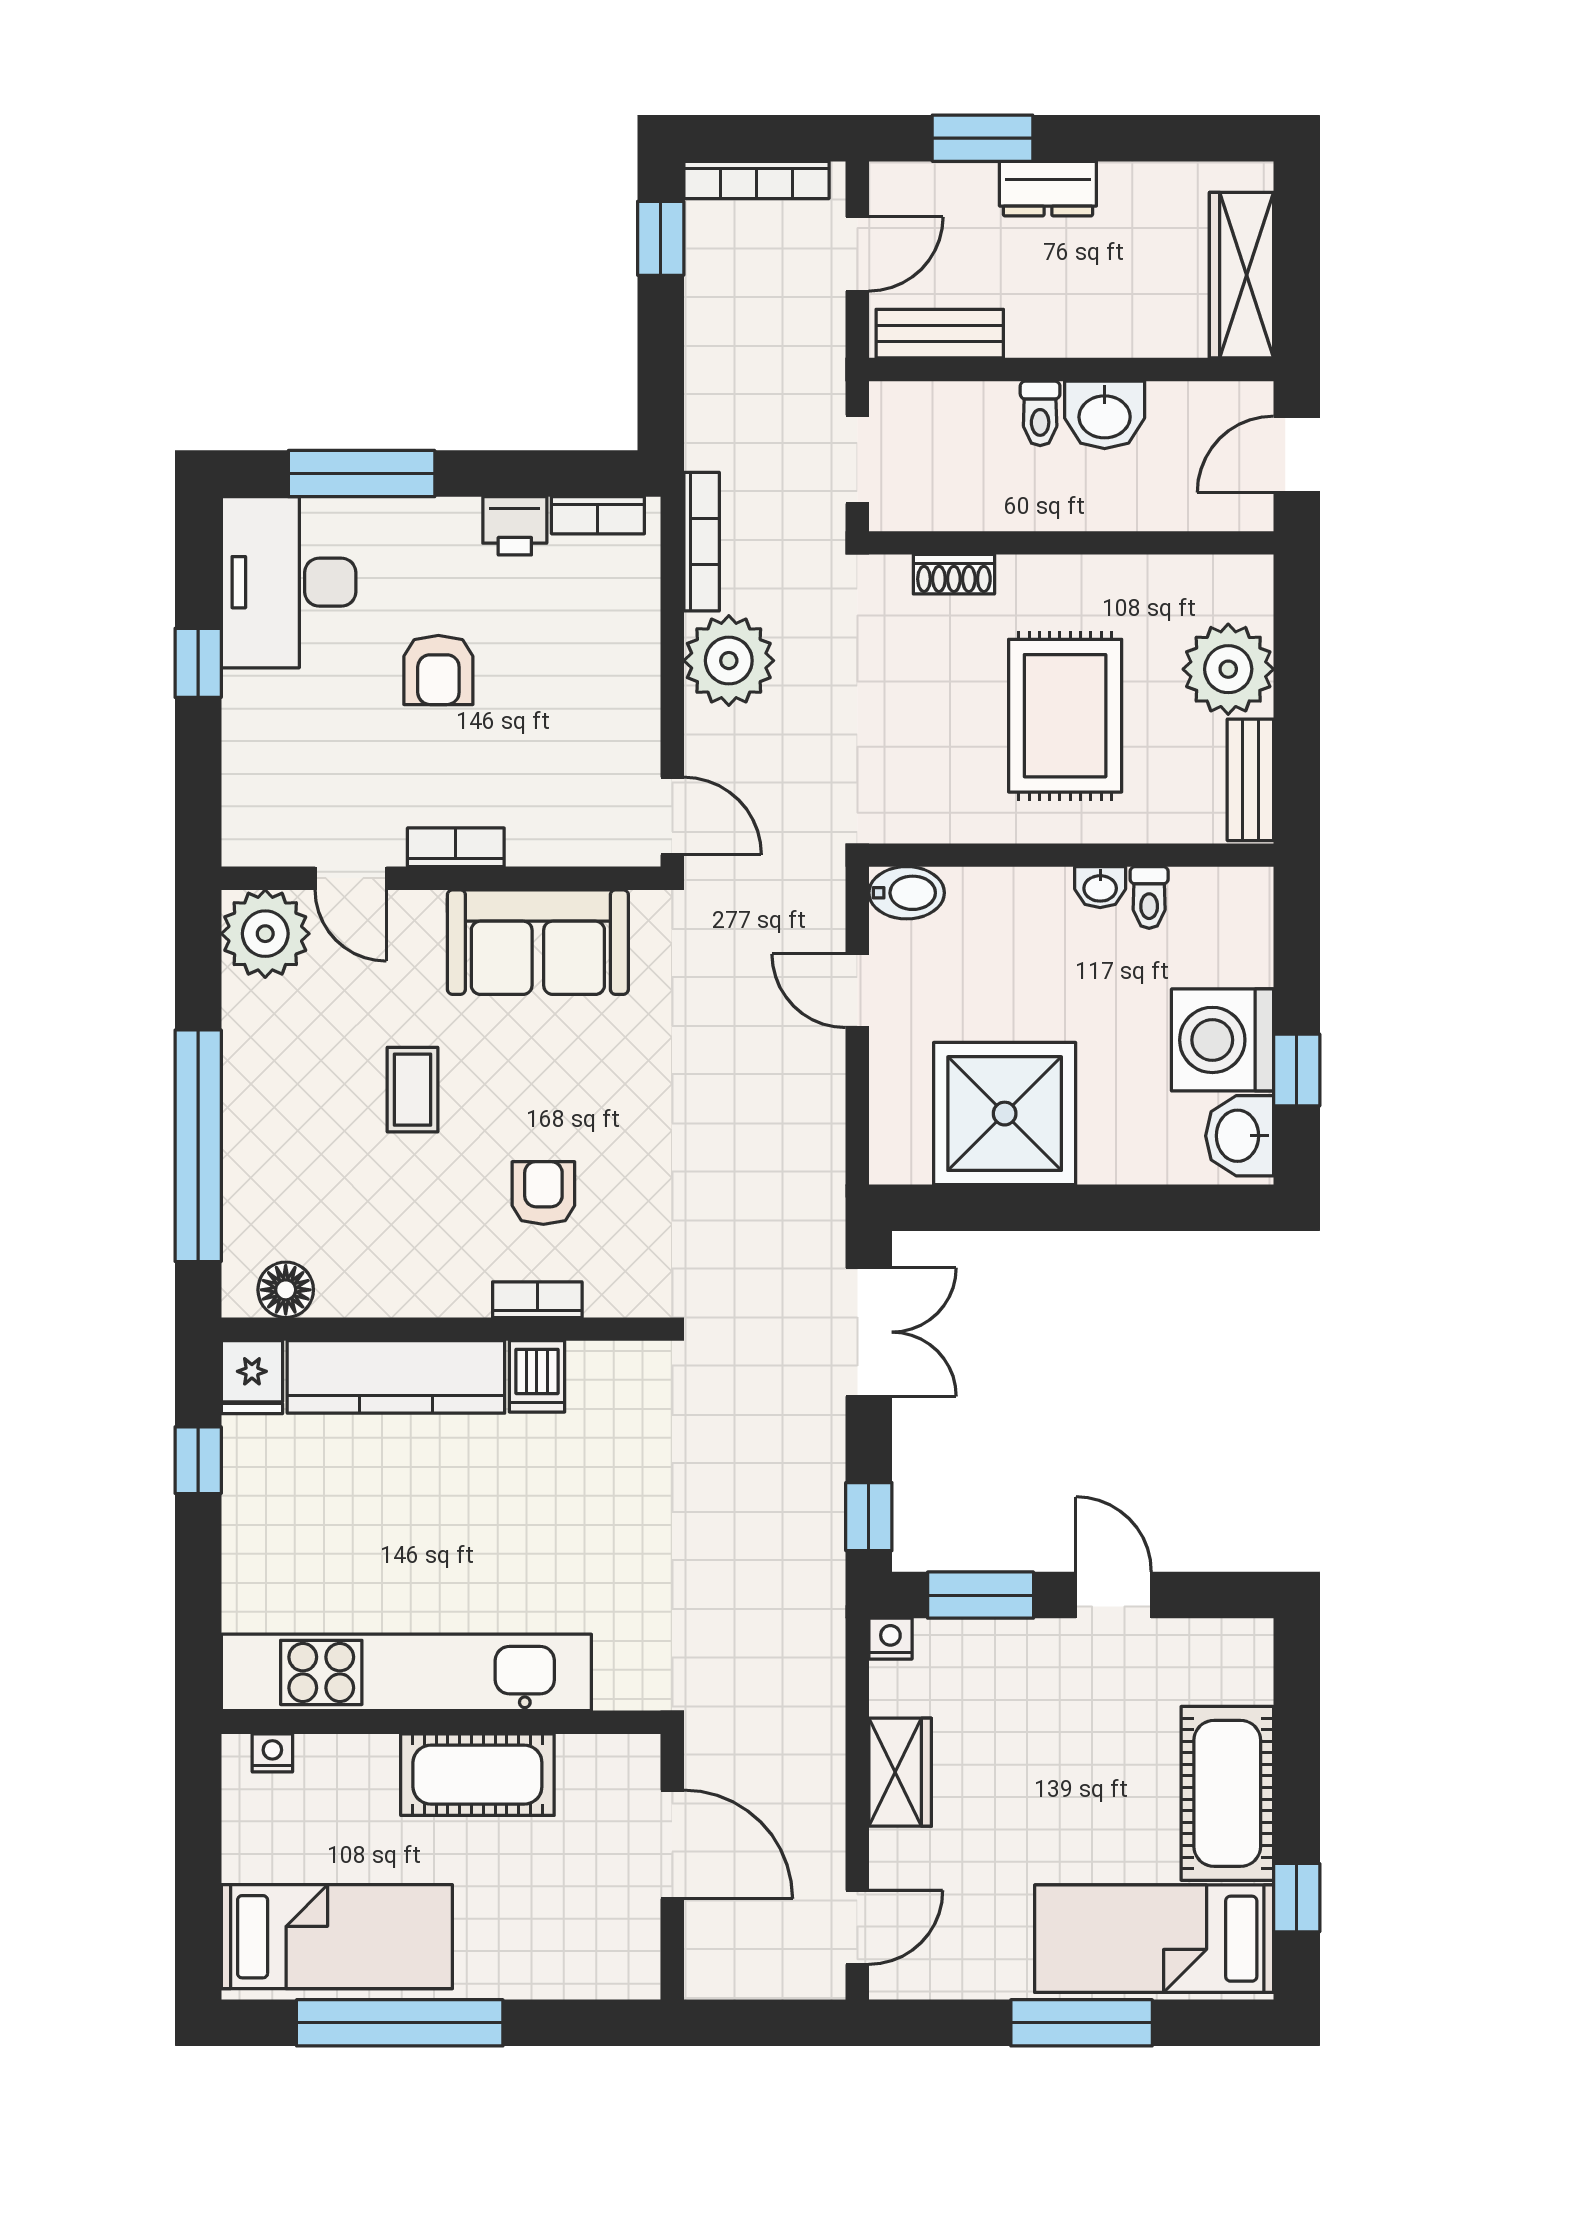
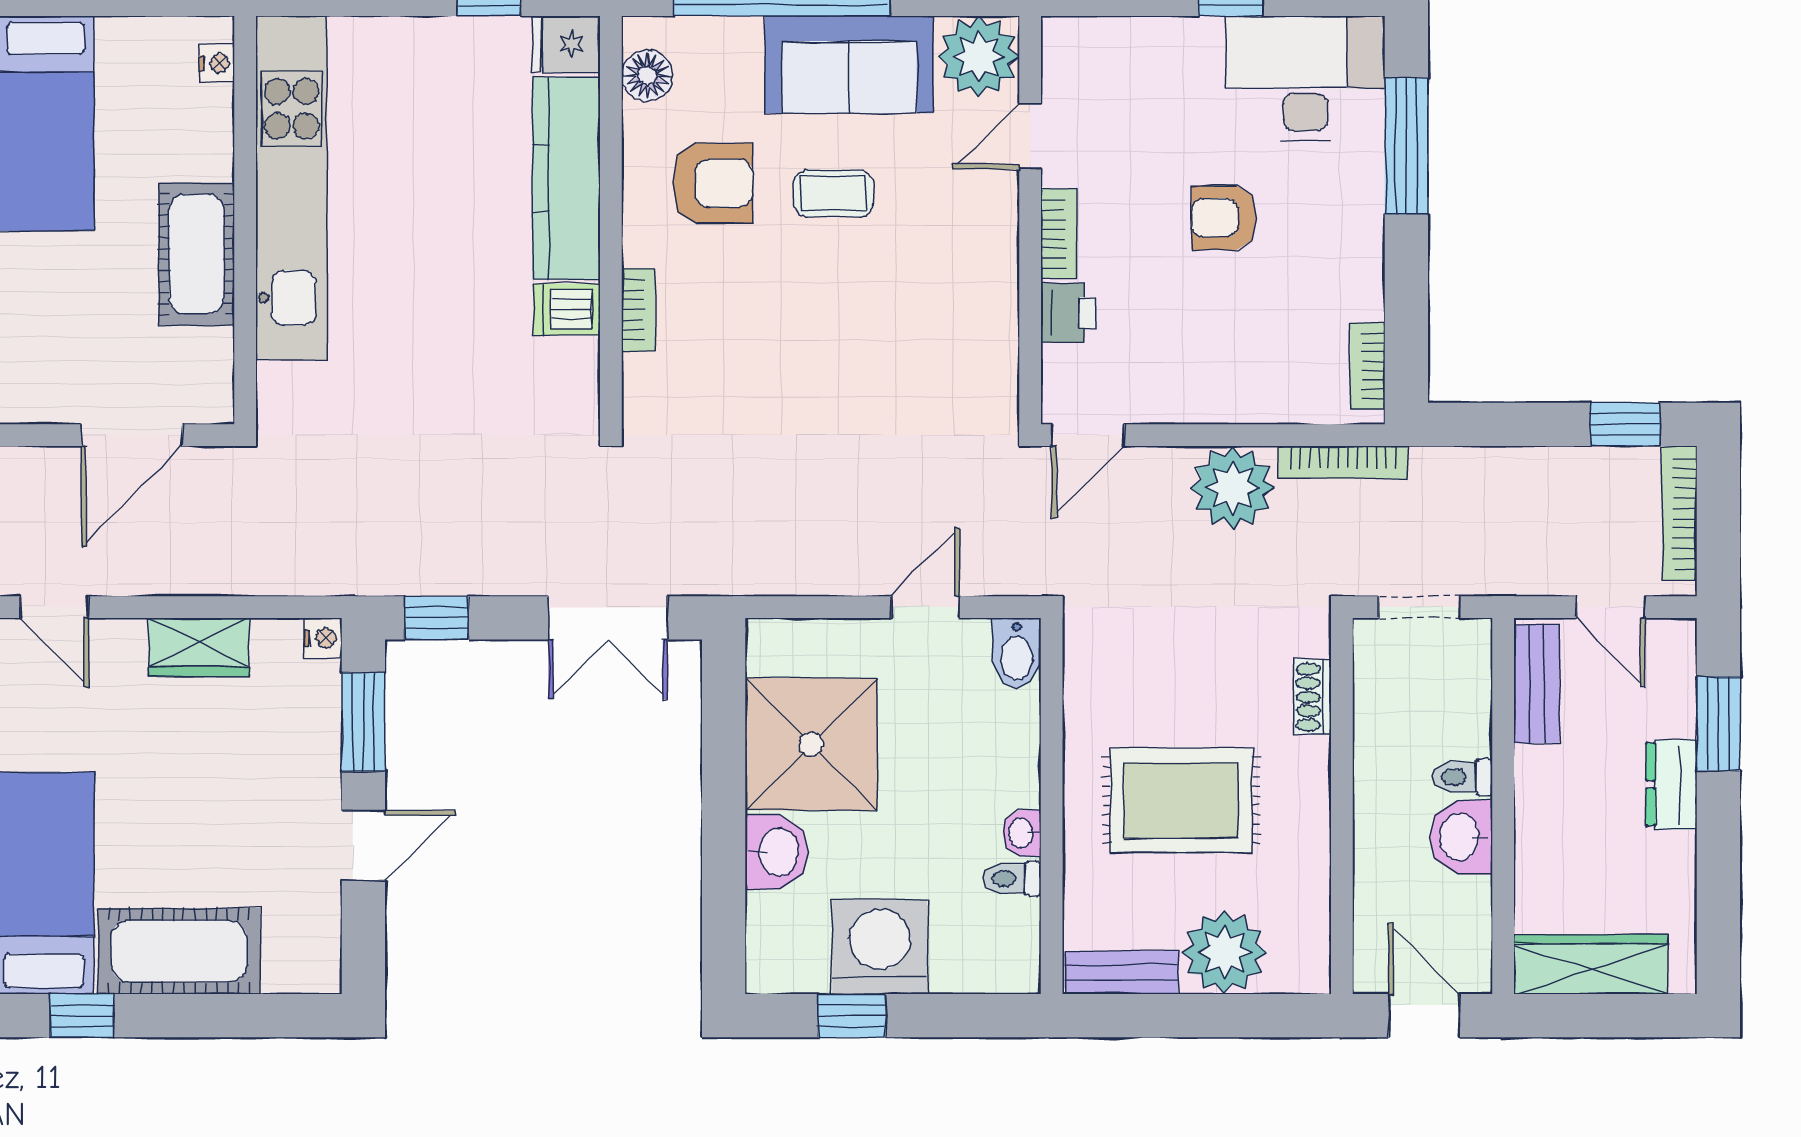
printer: (515, 526) -> (1068, 313), moved, turned 180
sofa: (538, 942) -> (849, 64), moved, turned -90
washbasin: (1240, 1136) -> (777, 852), moved, turned 90
armchair: (543, 1193) -> (713, 183), moved, width x1.38, depth x1.38

